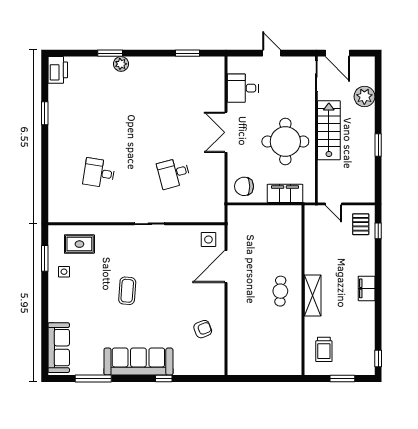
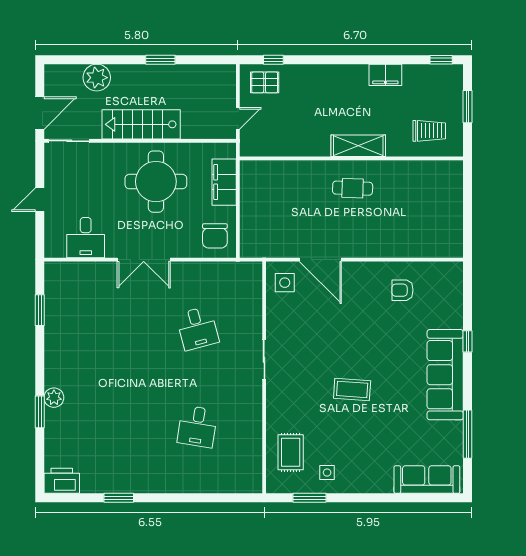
filing cabinet: (367, 288) -> (385, 75), moved
armchair: (203, 329) -> (402, 290), turned -69

